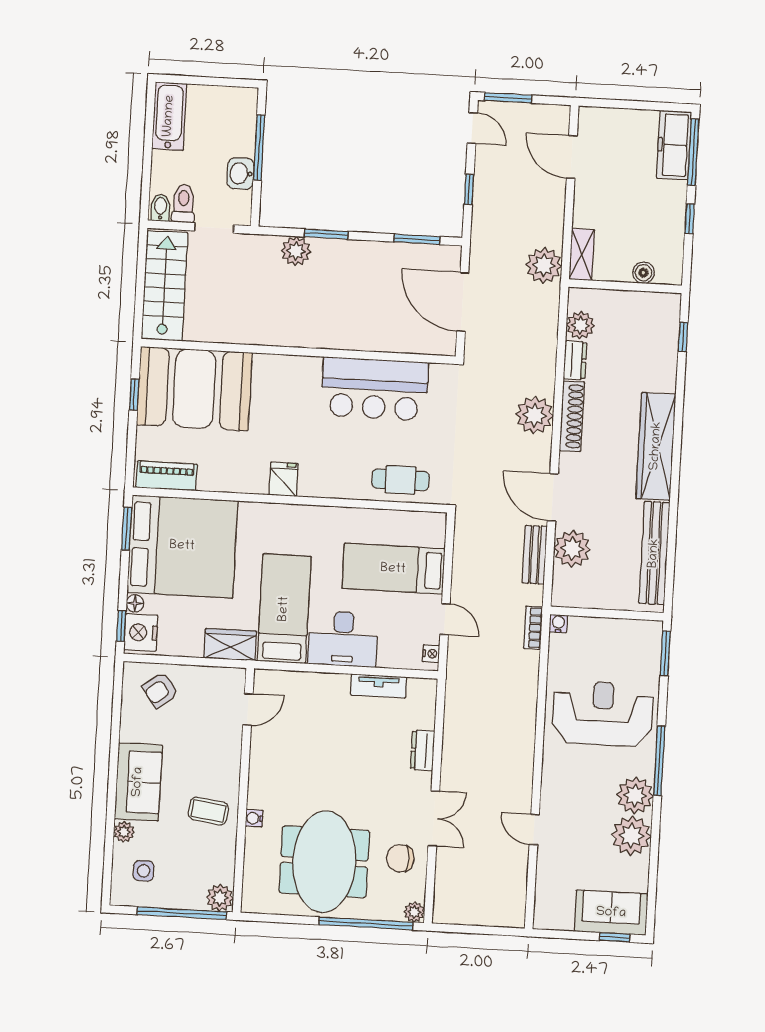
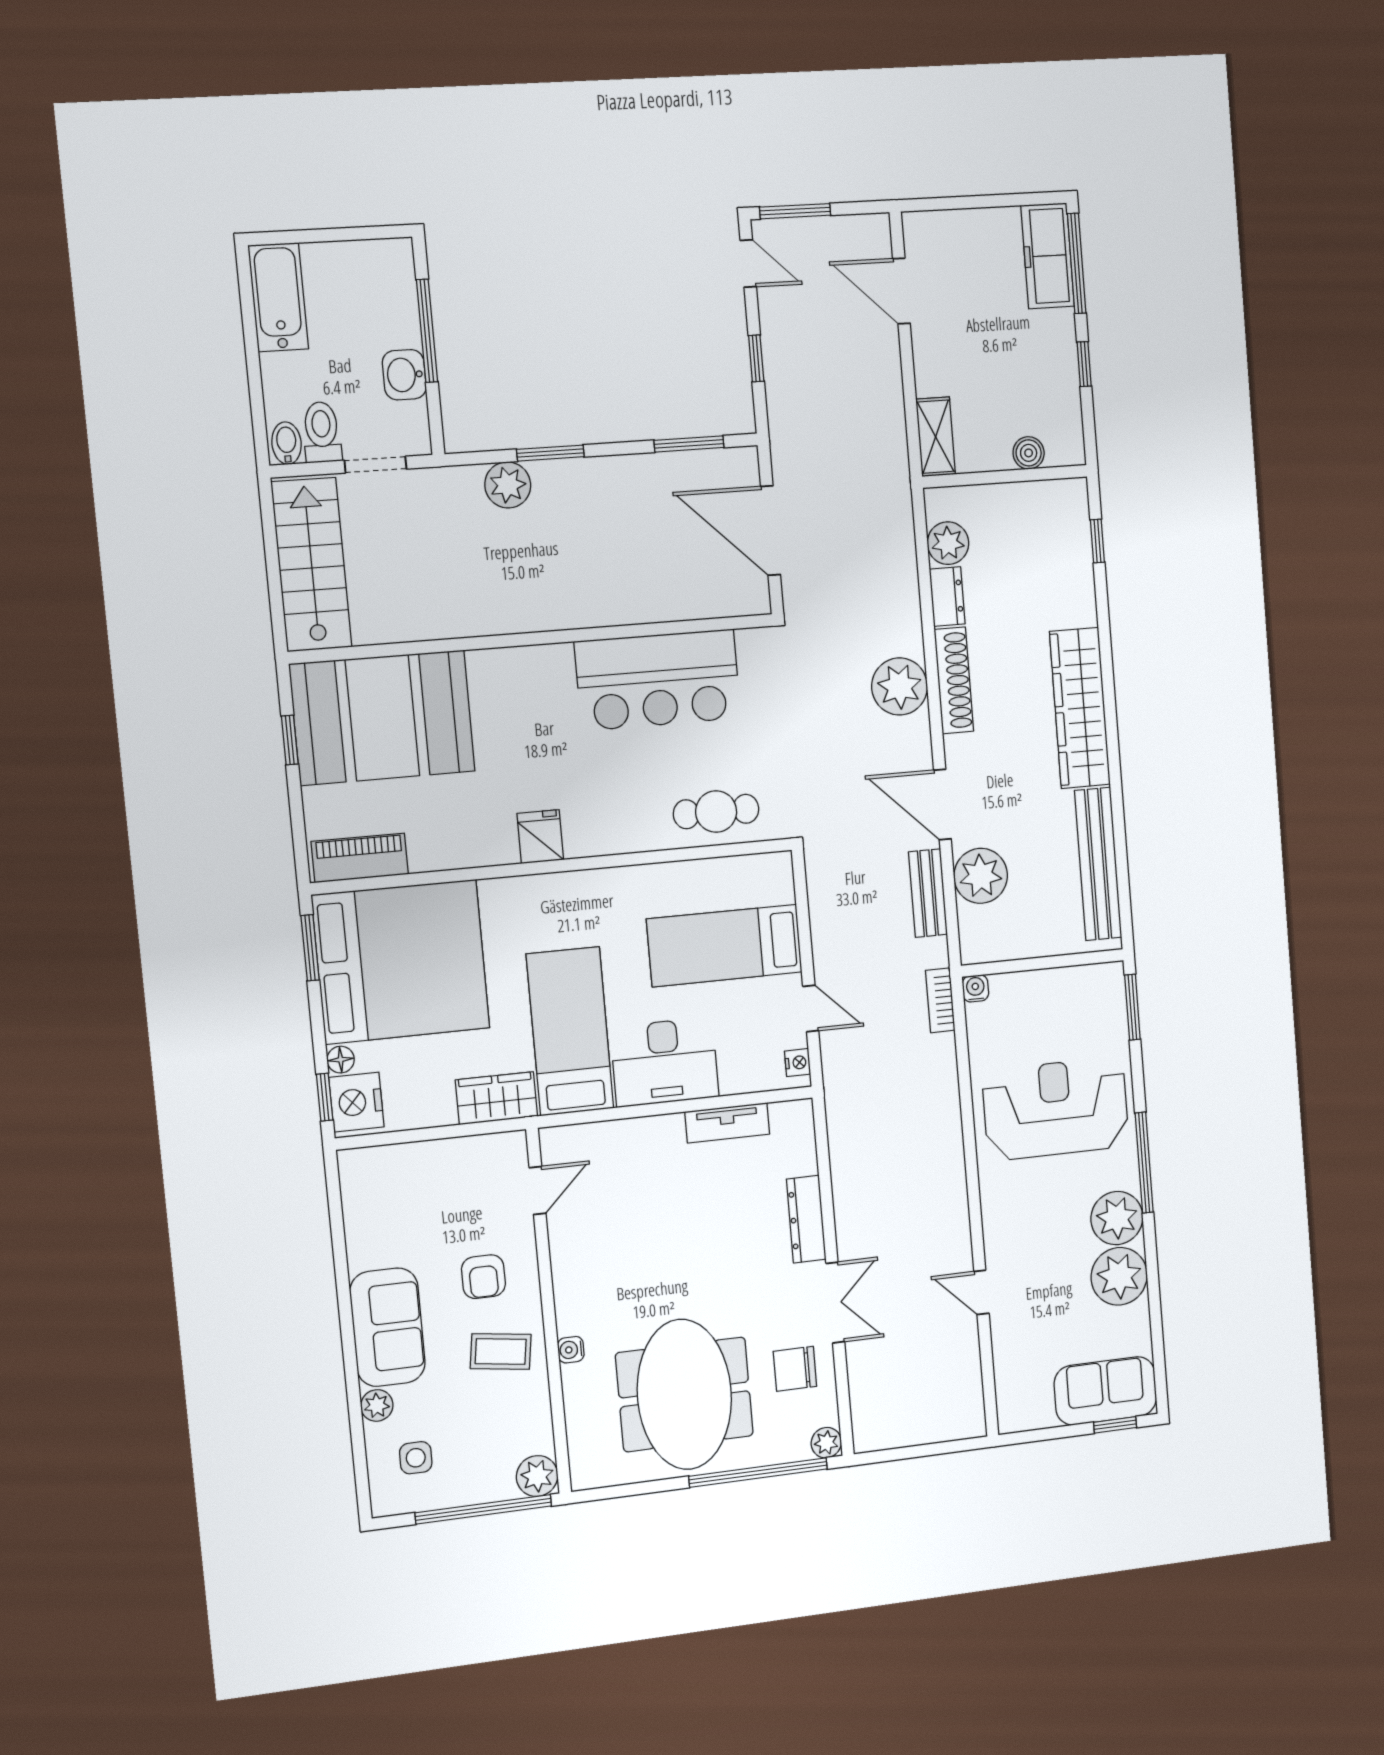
plant: (544, 265) -> (883, 460), removed
armchair: (160, 690) -> (483, 1277), moved, turned -53
dresser: (423, 750) -> (806, 1219), width x1.44

